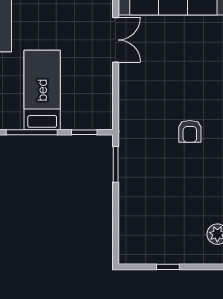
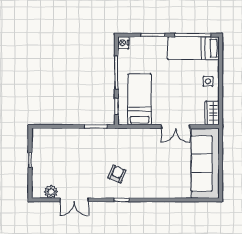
bed: (42, 90) -> (140, 99), moved, turned -90
armchair: (190, 131) -> (117, 174), turned 112

